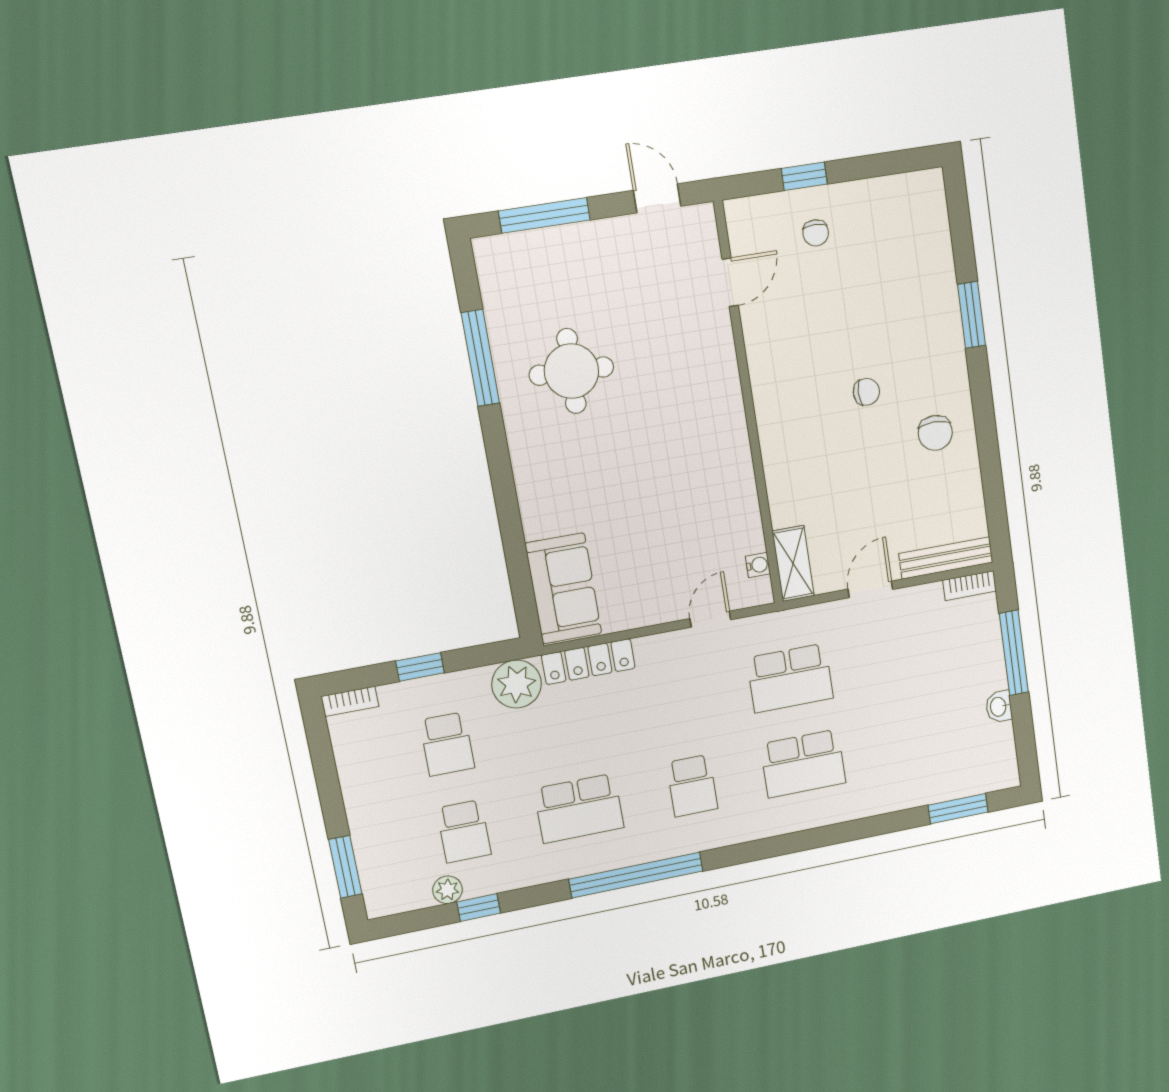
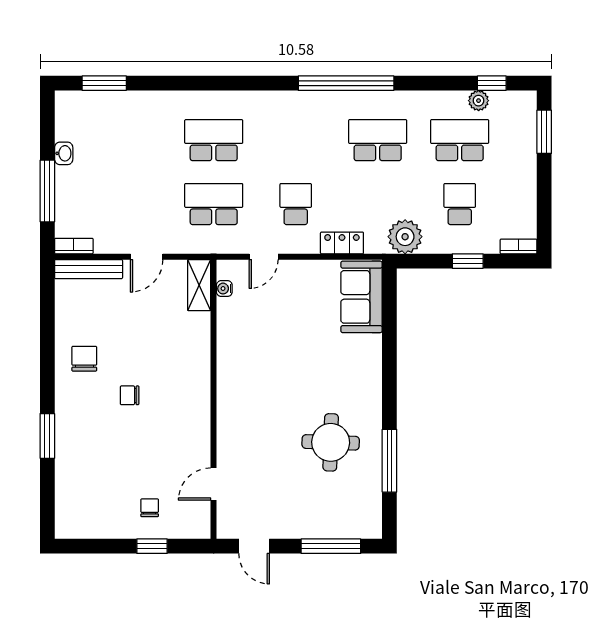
locker: (588, 662) -> (342, 243), width x0.66
school desk: (692, 786) -> (296, 204), moved
school desk: (464, 831) -> (460, 140), width x1.85
window: (479, 907) -> (492, 83), moved

